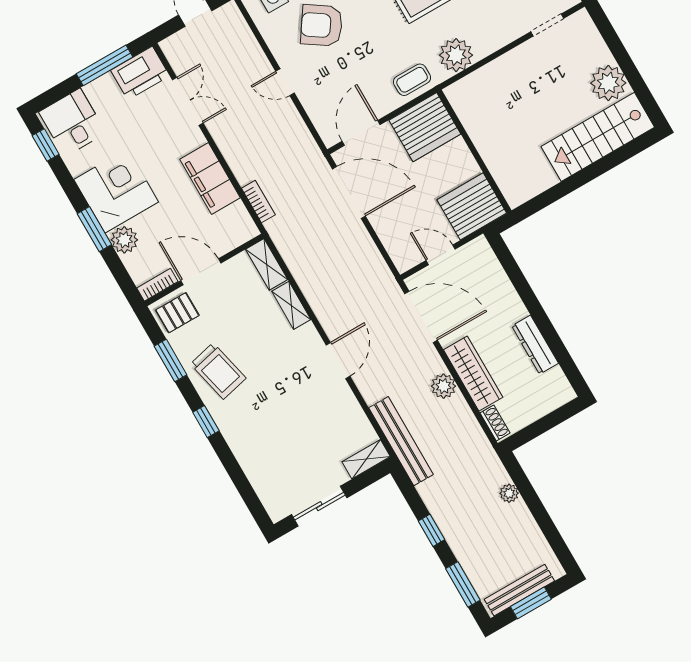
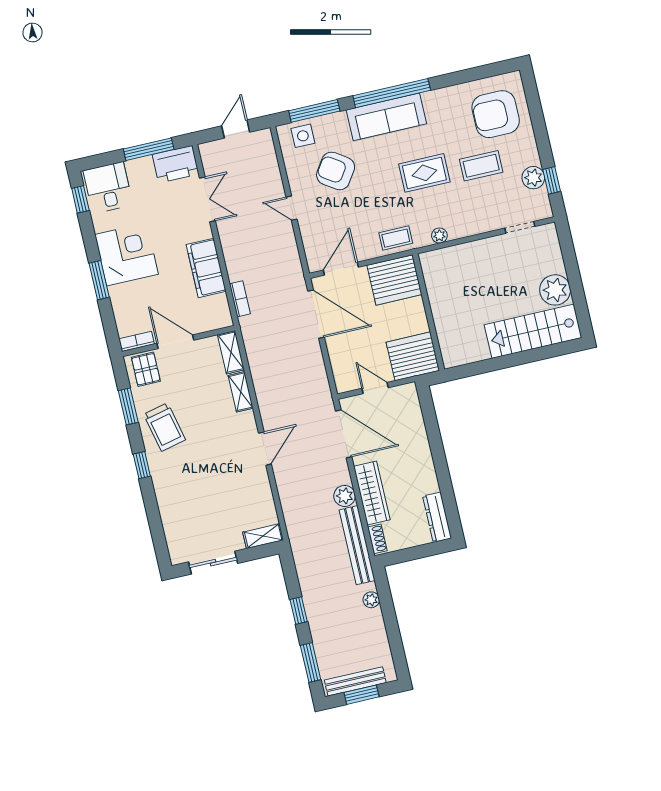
plant: (456, 55) -> (439, 236), width x0.53, depth x0.53
plant: (124, 240) -> (121, 296), removed
pallet: (177, 313) -> (146, 369), turned 90
dresser: (535, 345) -> (437, 517), moved
bench: (401, 441) -> (357, 545), moved

